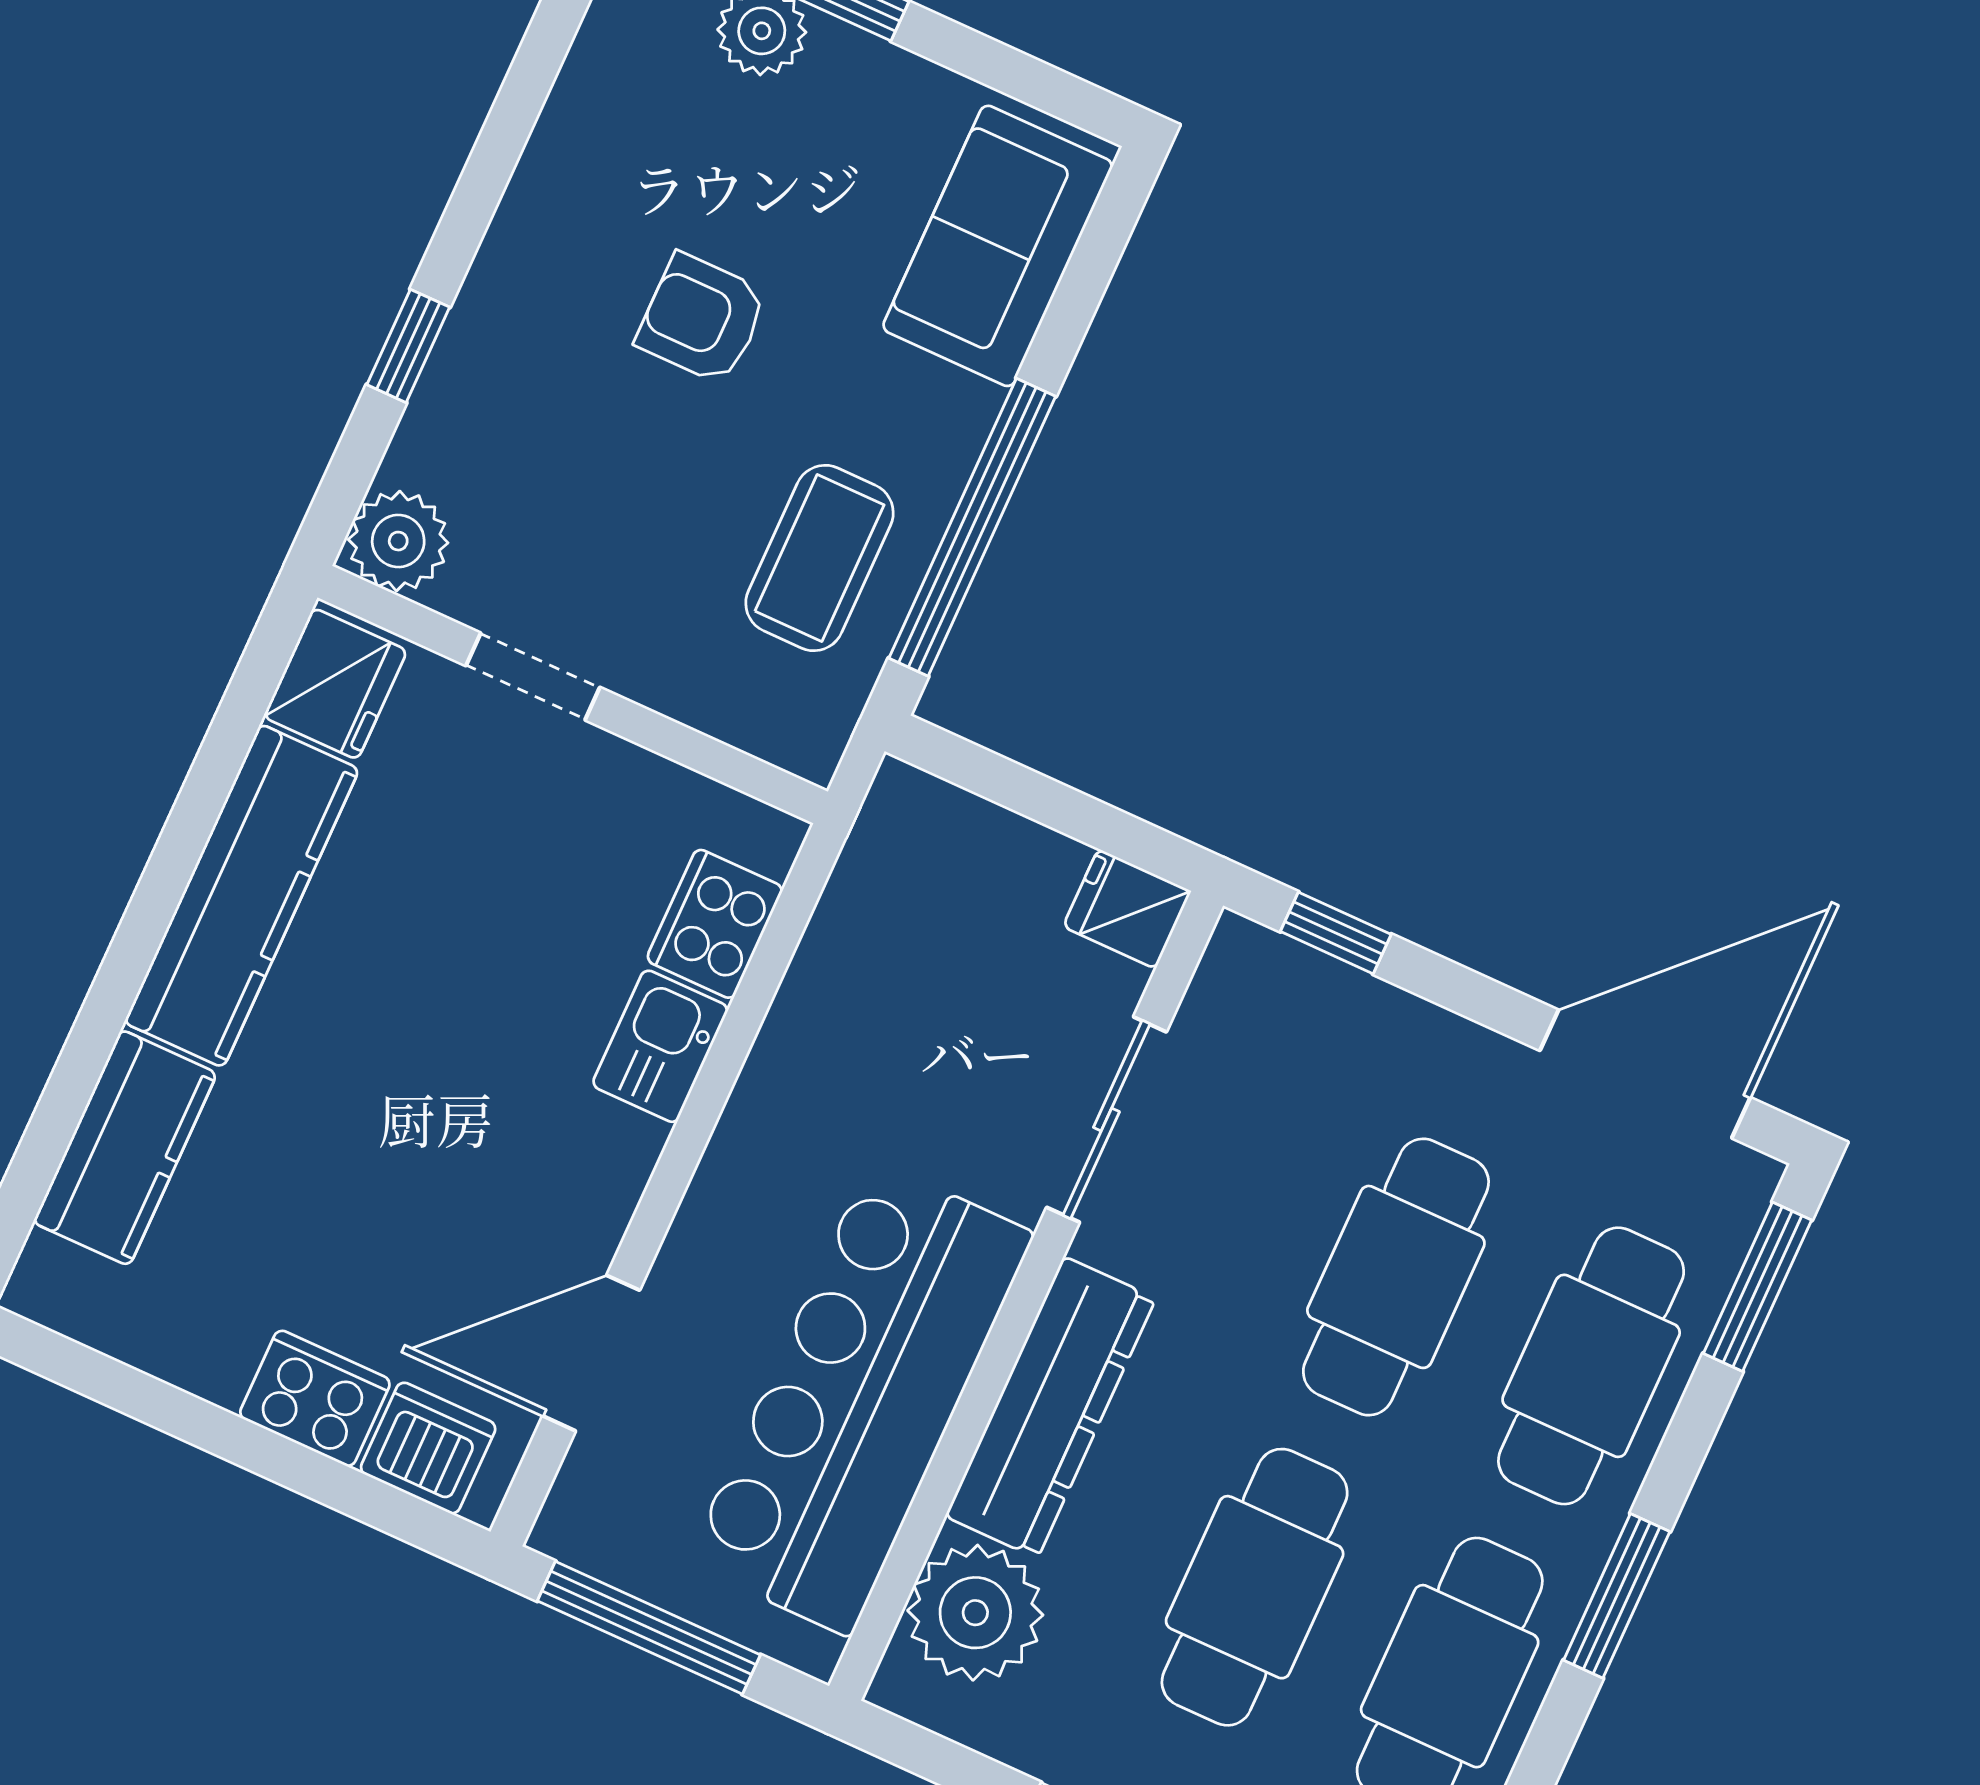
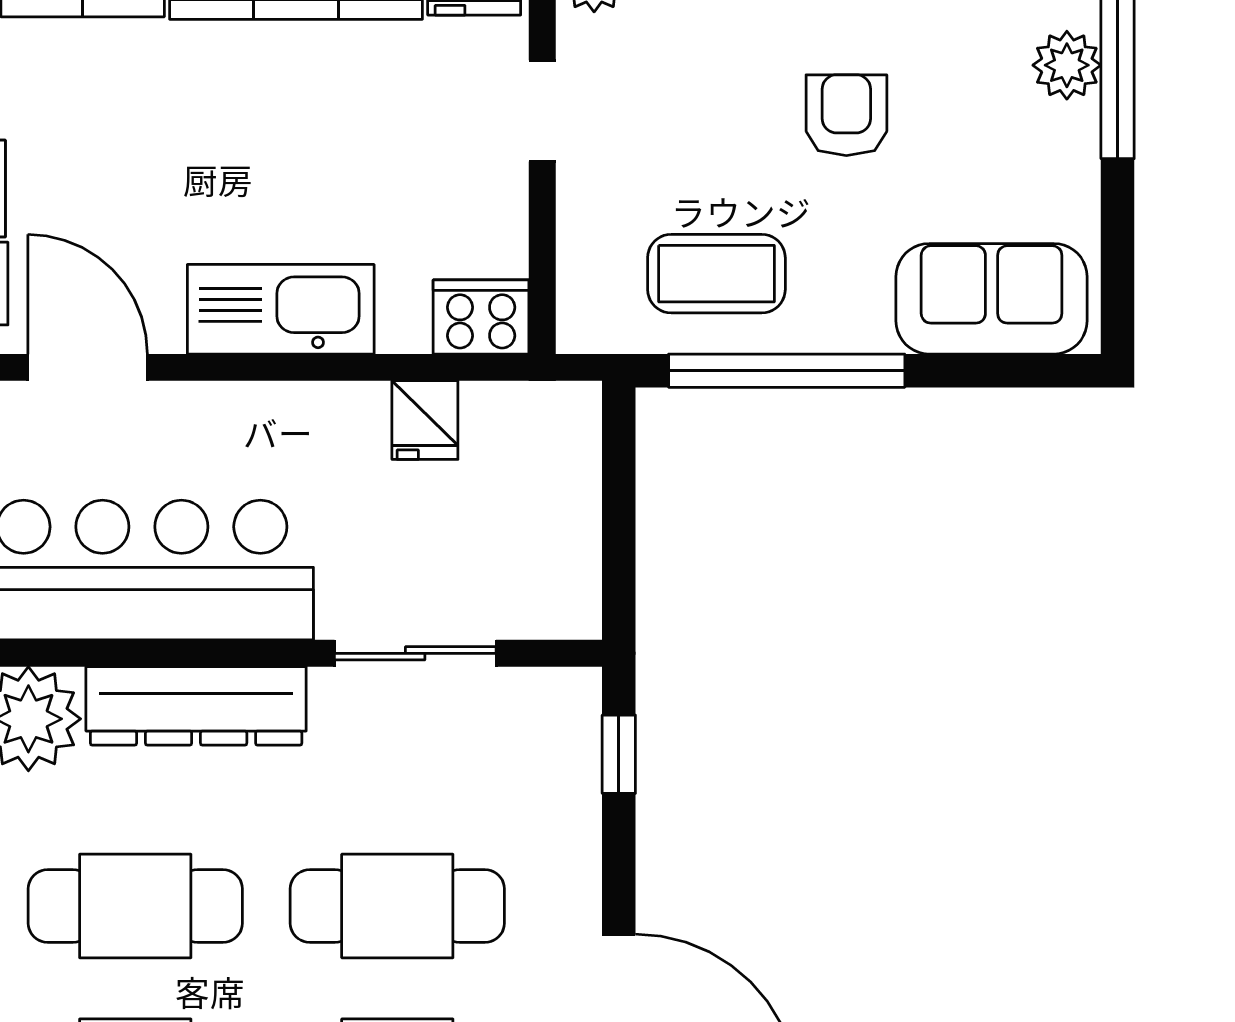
fridge: (1127, 909) -> (425, 420), moved, turned 180
cooker: (715, 924) -> (481, 317), moved
kitchen sink: (660, 1046) -> (281, 309), width x1.88, depth x1.24

